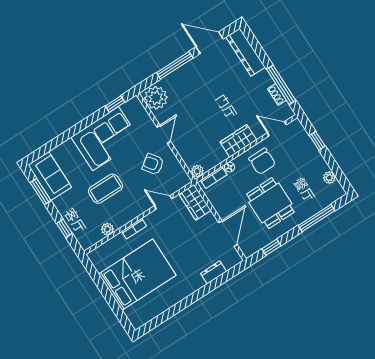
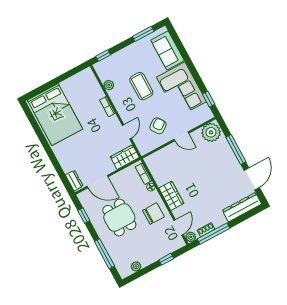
chair: (262, 161) -> (153, 214), turned 180
plant: (197, 171) -> (191, 237), moved
sofa: (50, 176) -> (168, 50), moved, turned 90
dining table: (270, 203) -> (119, 218), turned 90
window: (64, 228) -> (103, 56), moved
dresser: (214, 272) -> (74, 180), moved
bed: (137, 275) -> (55, 115), moved

